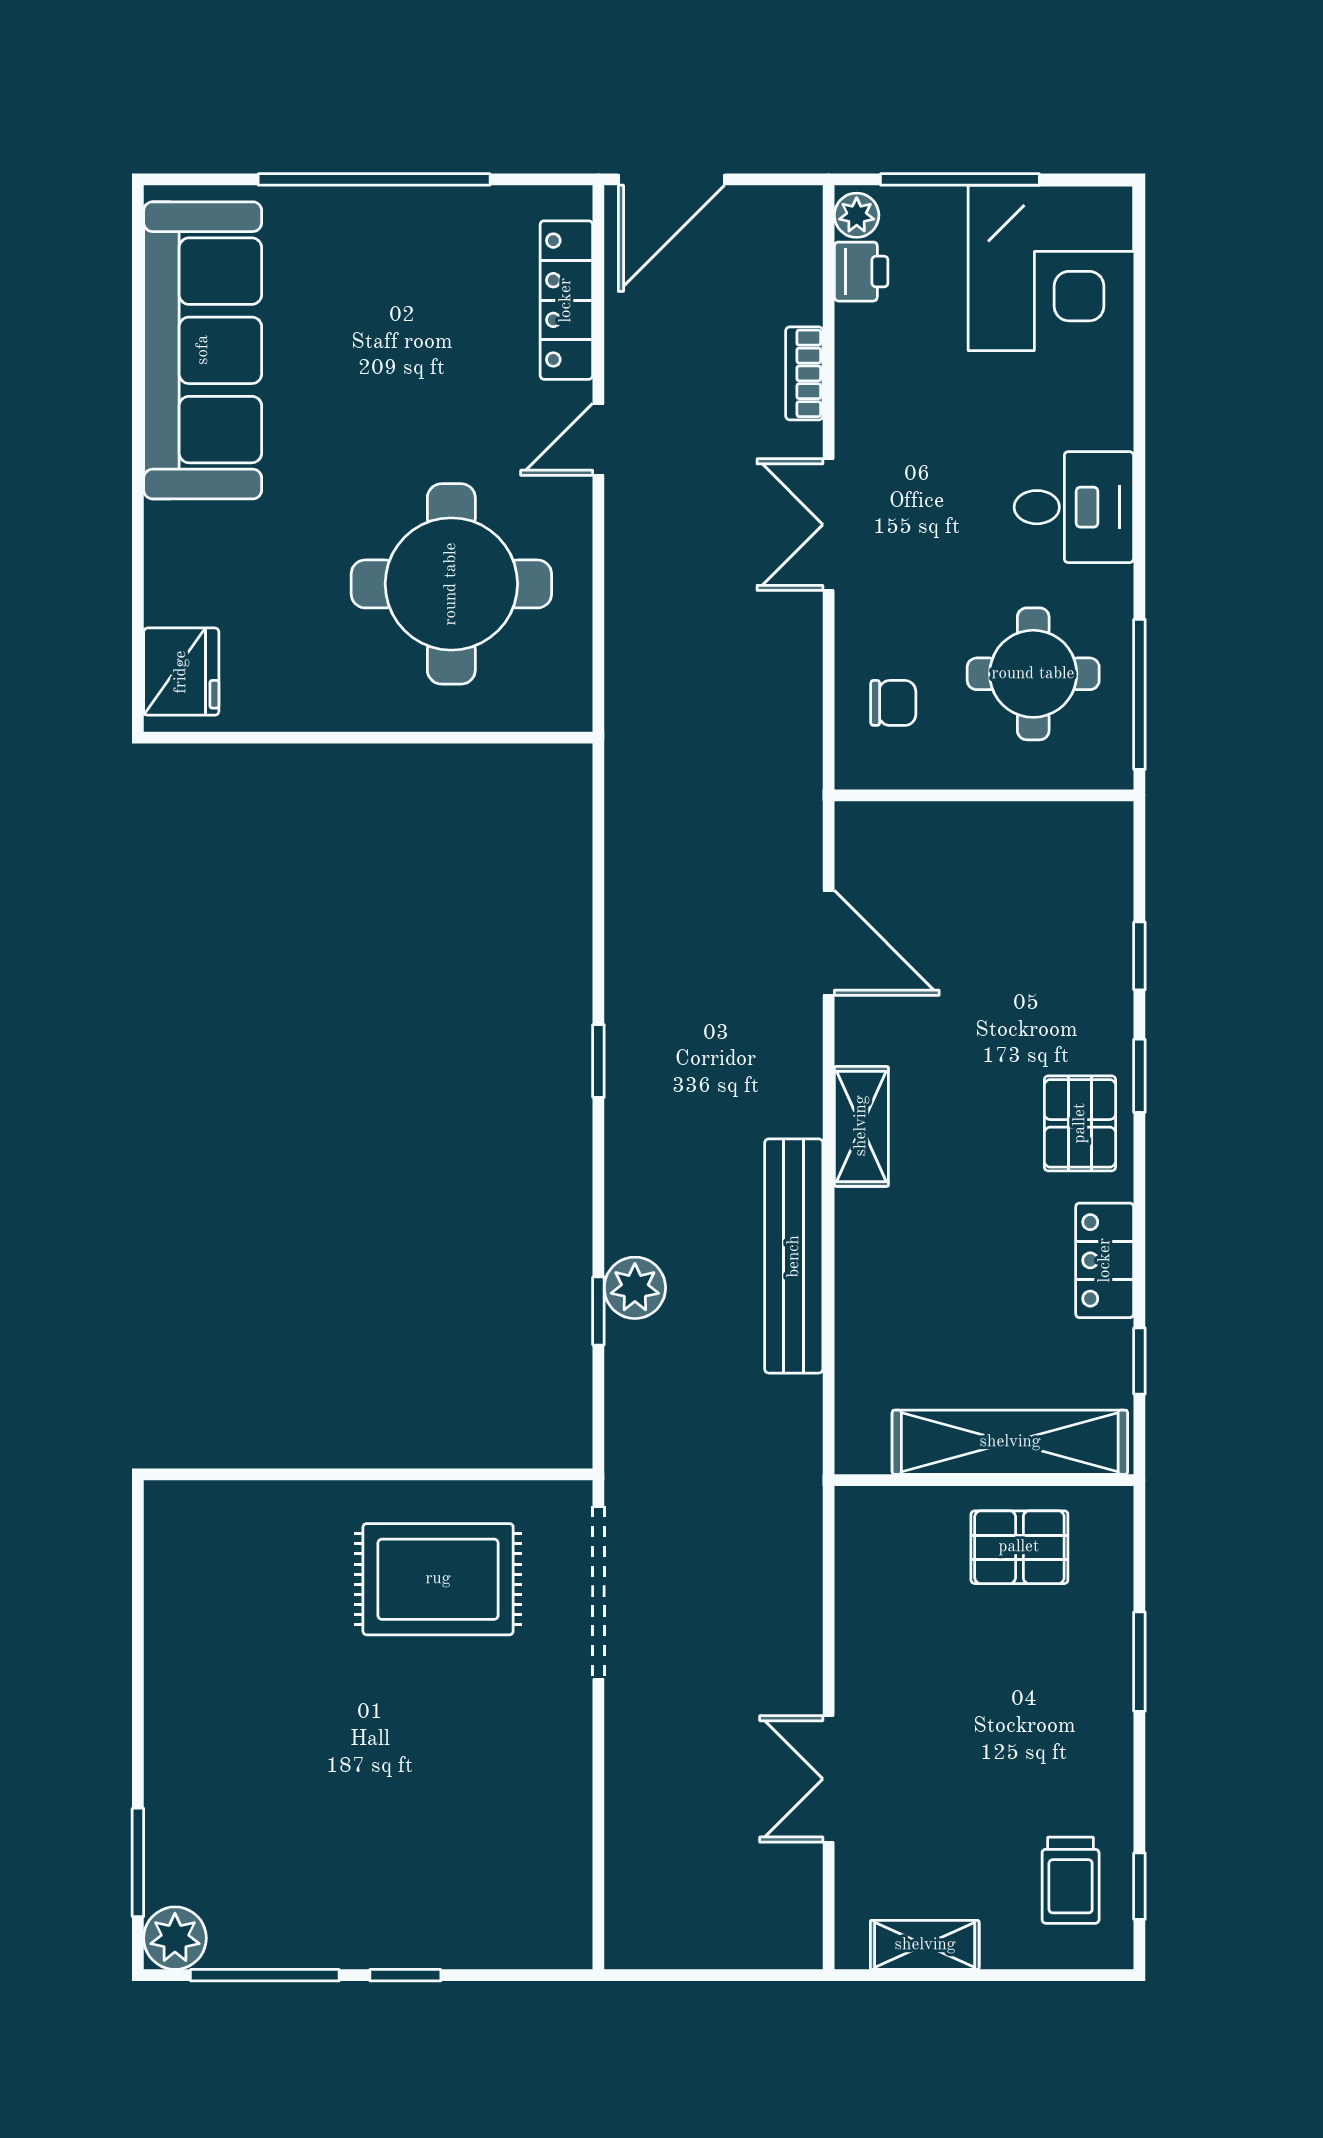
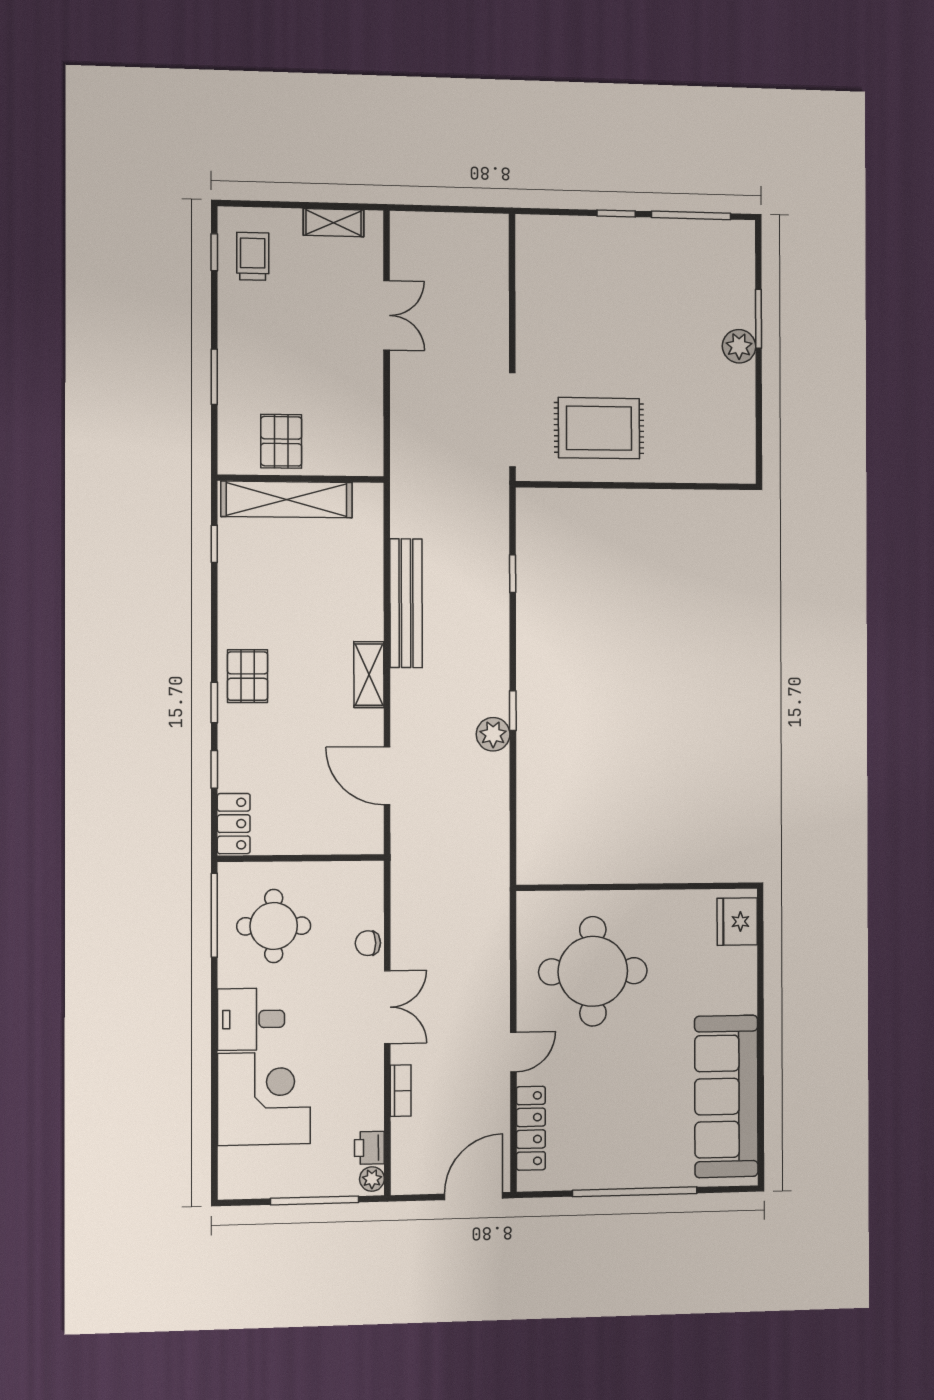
corner desk: (1051, 268) -> (264, 1099), moved, turned 90
chair: (893, 703) -> (368, 943), moved
locker: (1105, 1260) -> (234, 824), moved
plant: (635, 1288) -> (493, 734), moved
pallet: (1019, 1547) -> (281, 441), turned 90
window: (138, 1862) -> (759, 319), moved
plant: (175, 1938) -> (739, 346), moved

